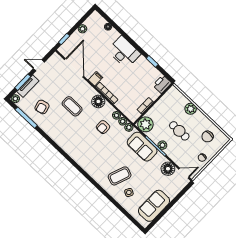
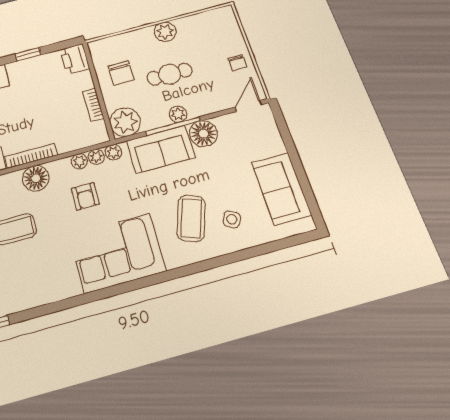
plant: (191, 109) -> (165, 32), moved
chair: (208, 137) -> (121, 73), moved
corner sofa: (88, 154) -> (117, 253), added
floor lamp: (168, 169) -> (204, 134), moved

